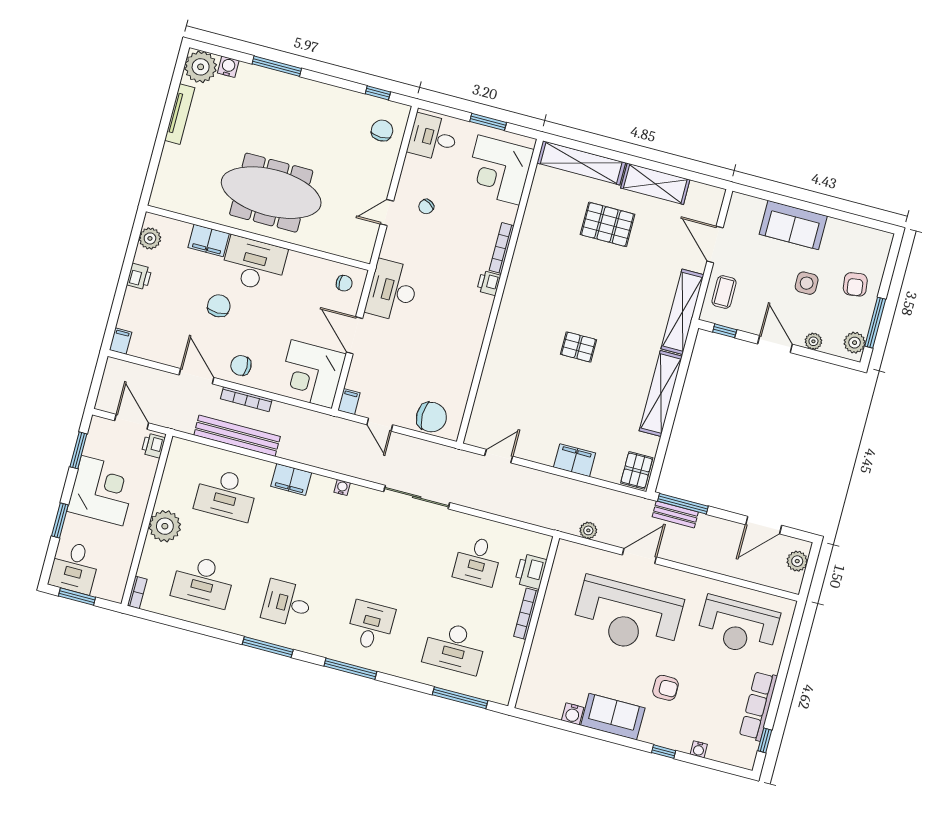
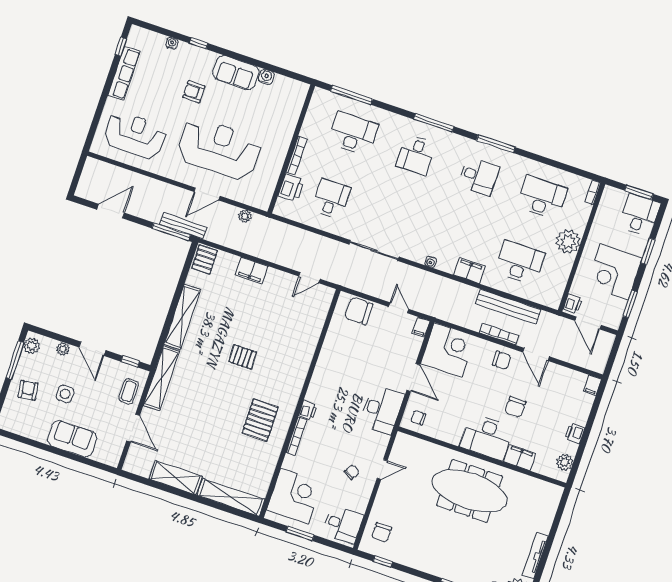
pallet: (608, 224) -> (260, 420), moved, turned 90
bench: (675, 514) -> (183, 226), width x1.36
plant: (797, 561) -> (87, 182), removed

